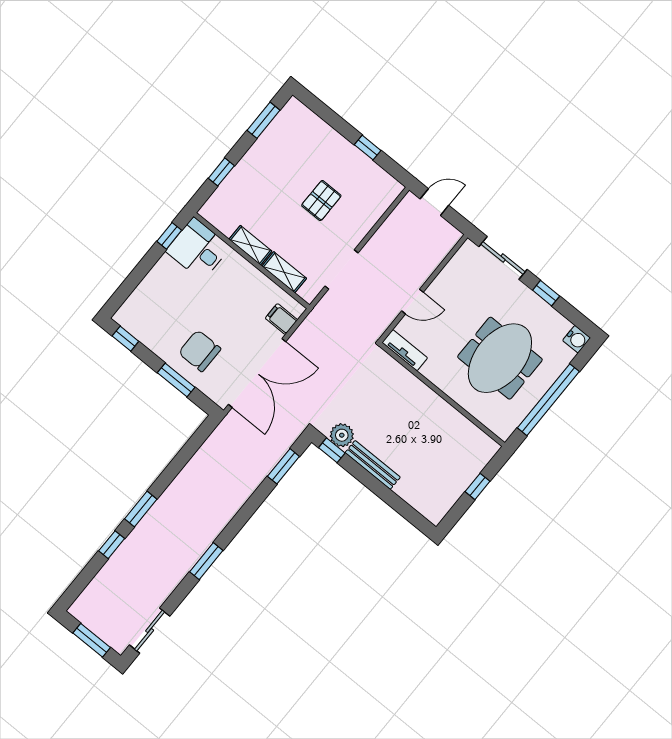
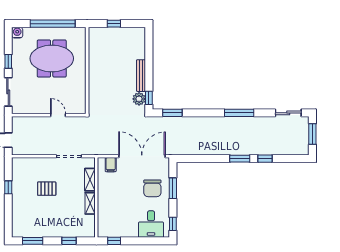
desk: (198, 249) -> (151, 224), moved
tv unit: (405, 350) -> (81, 102), removed
window: (206, 561) -> (239, 113), width x1.44

